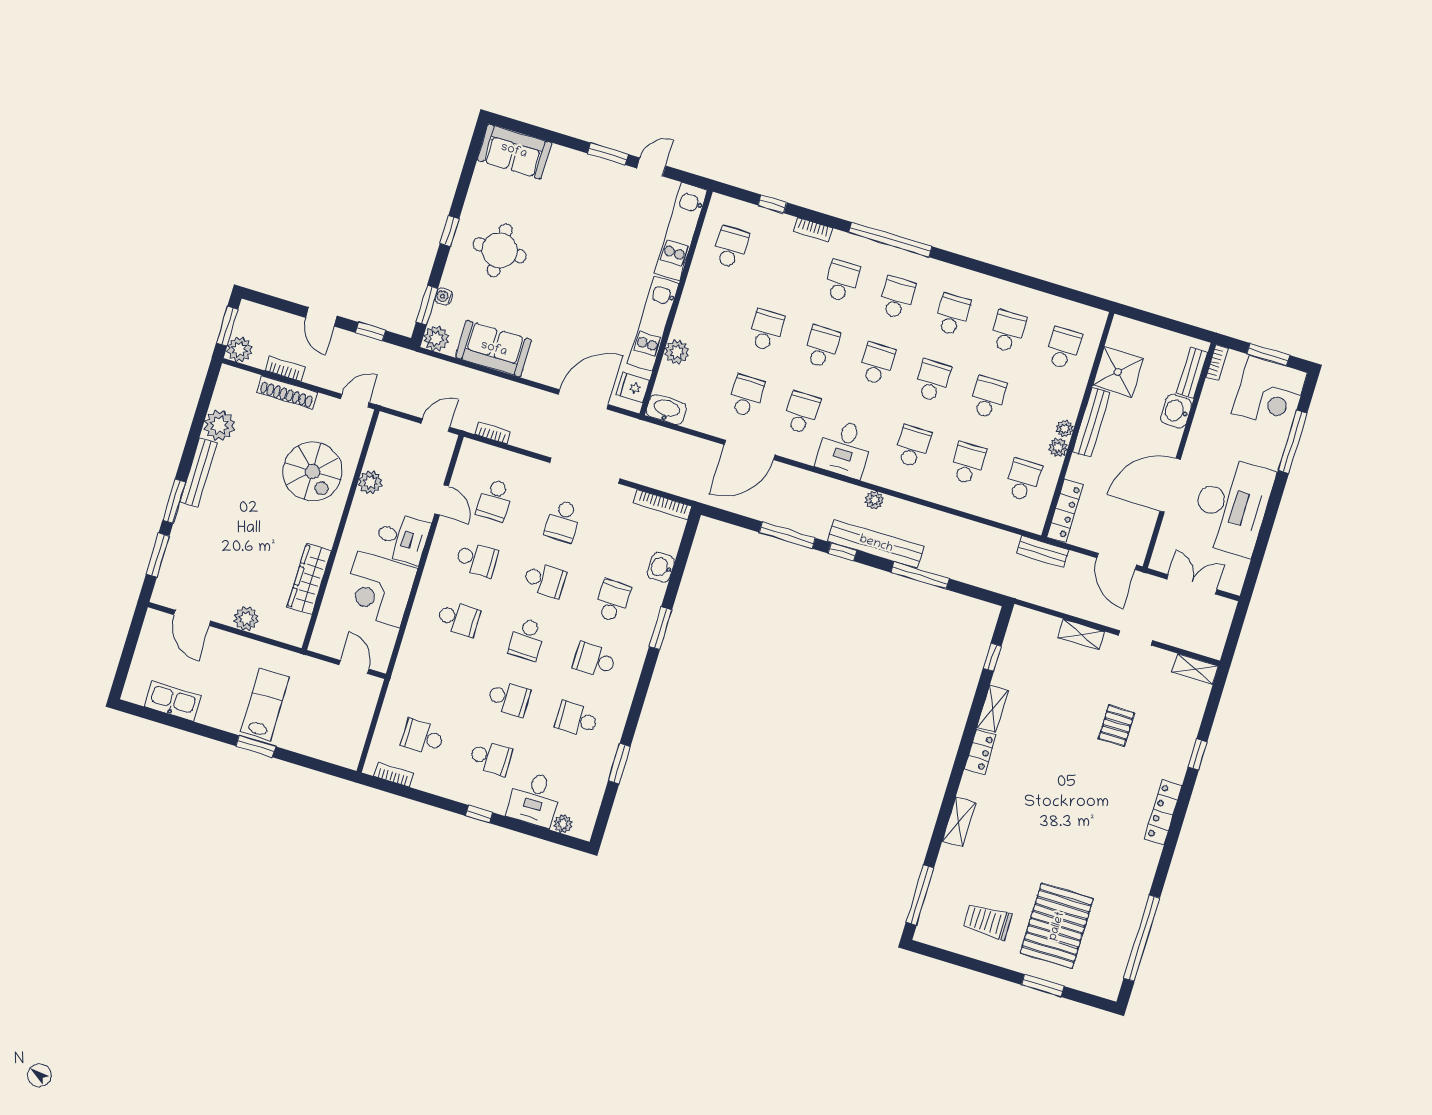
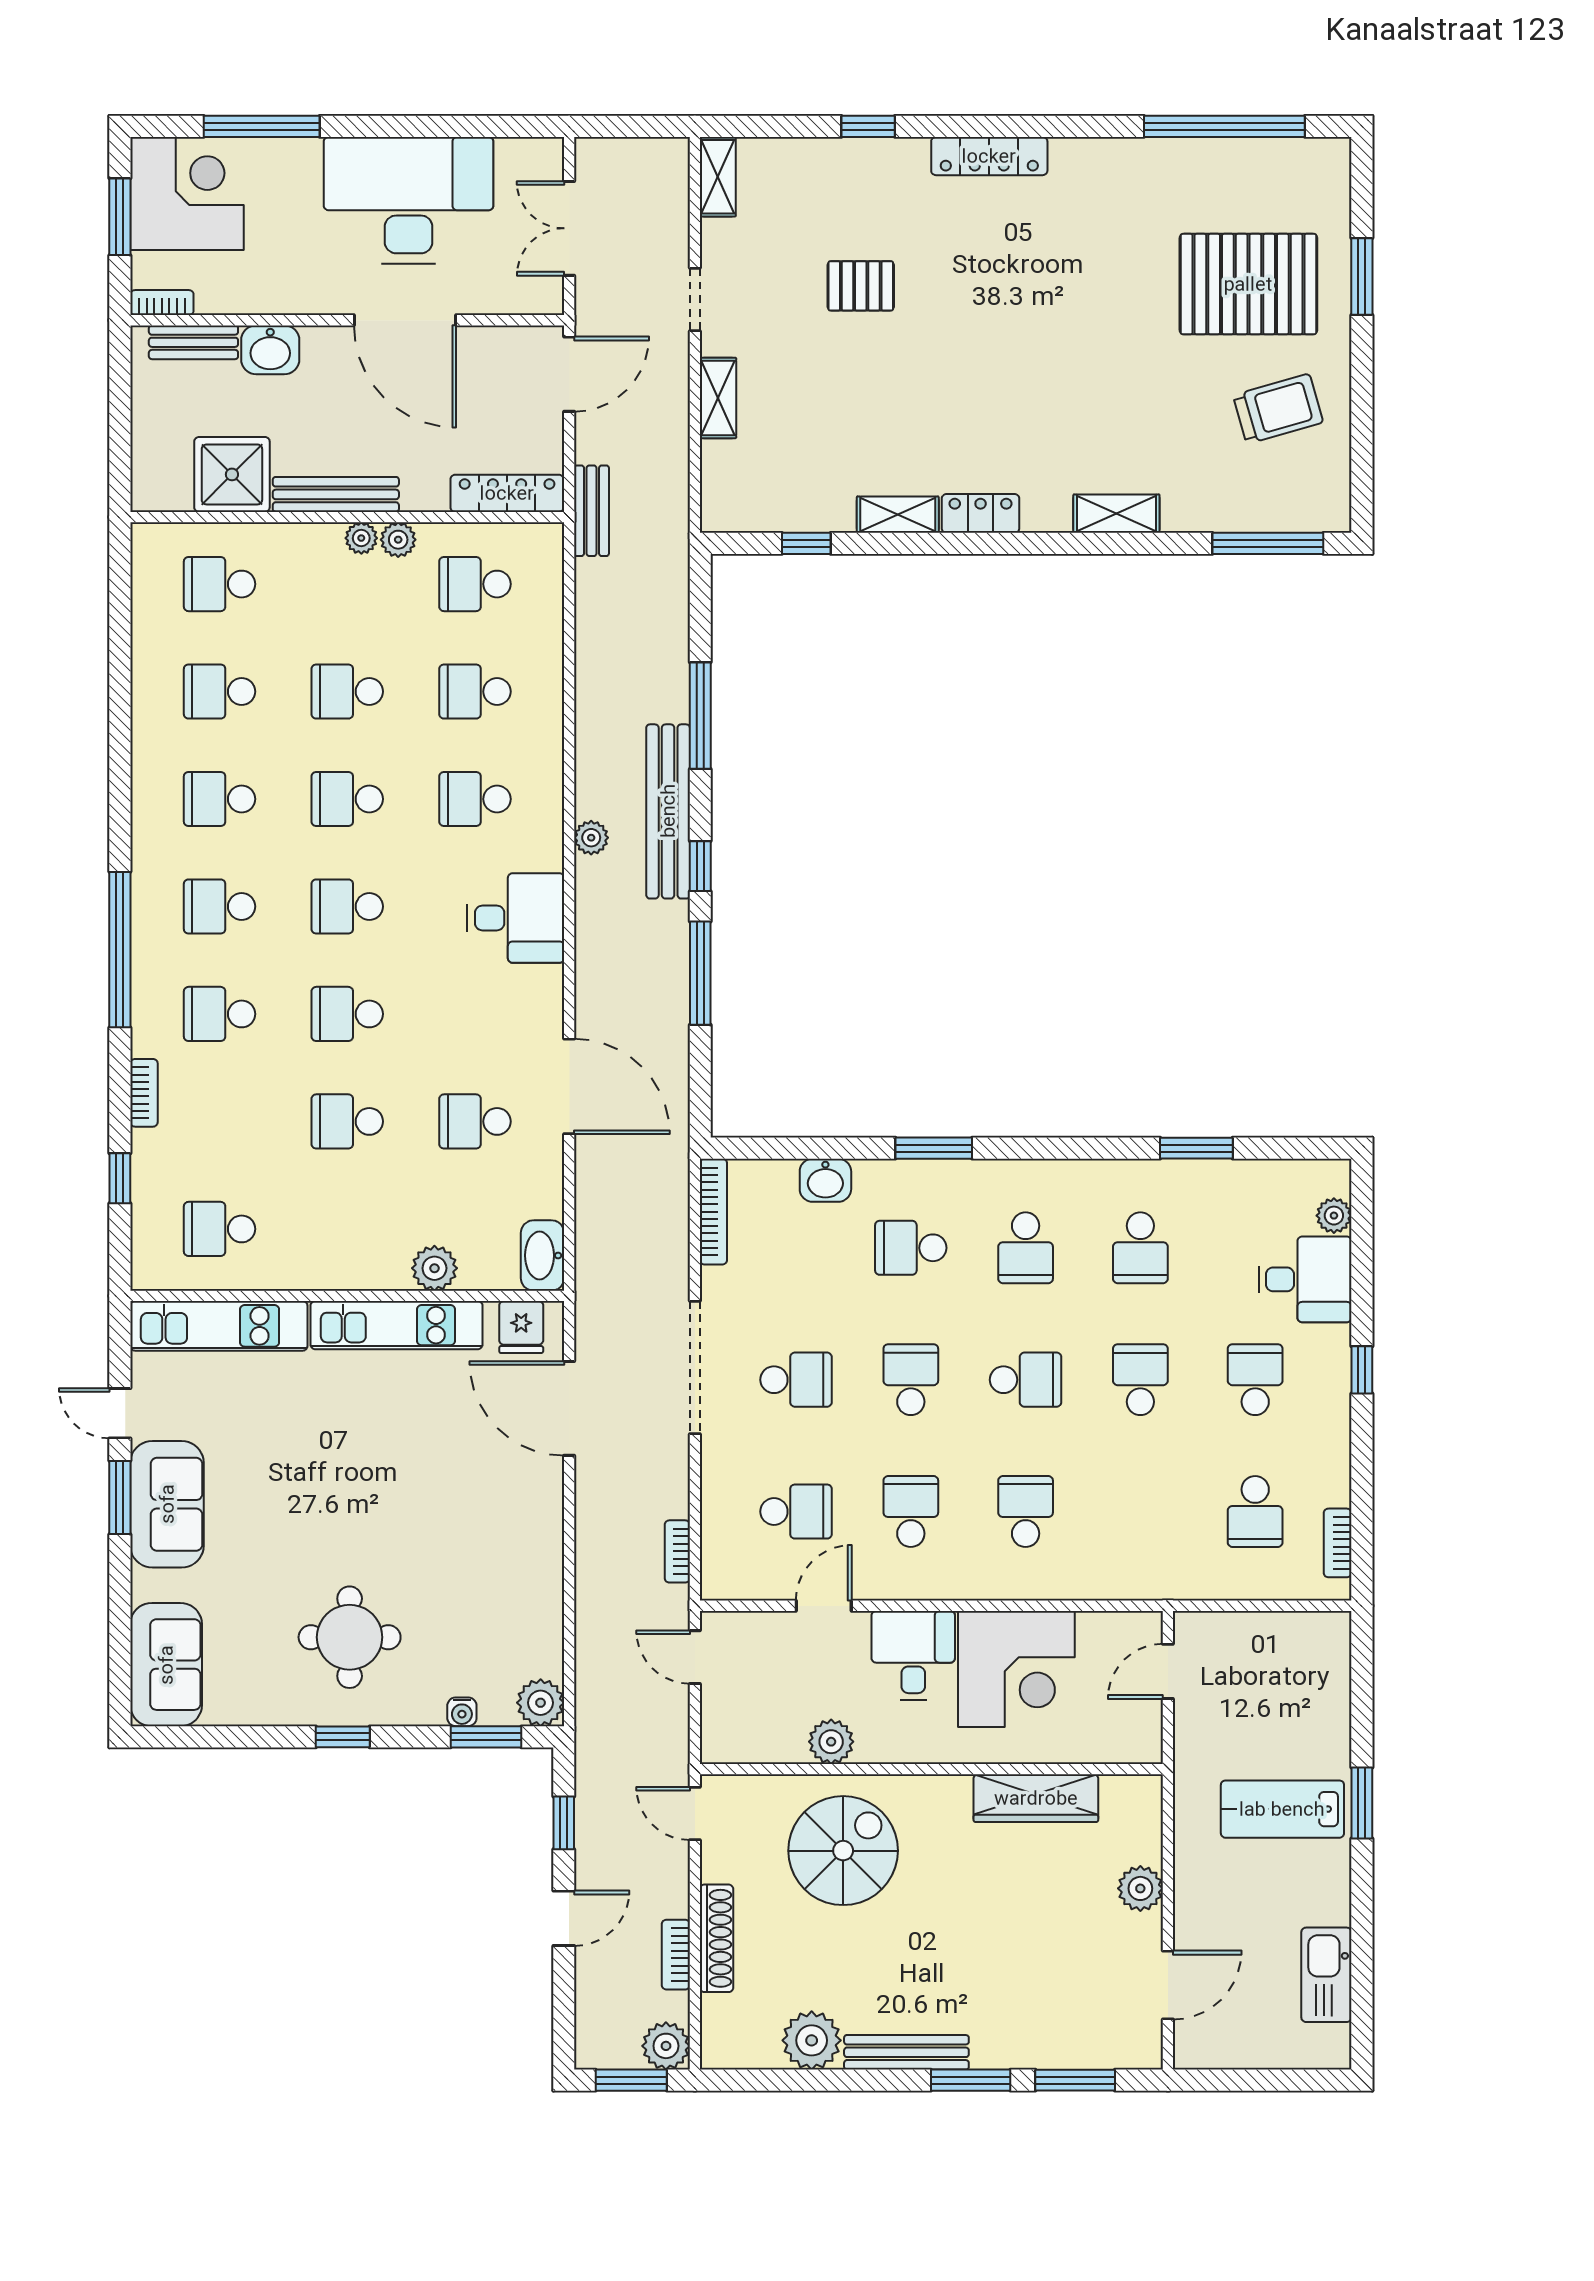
sofa: (494, 349) -> (167, 1504), moved, turned 180
school desk: (801, 413) -> (475, 1014), removed
trolley: (988, 922) -> (1278, 409), turned -106

